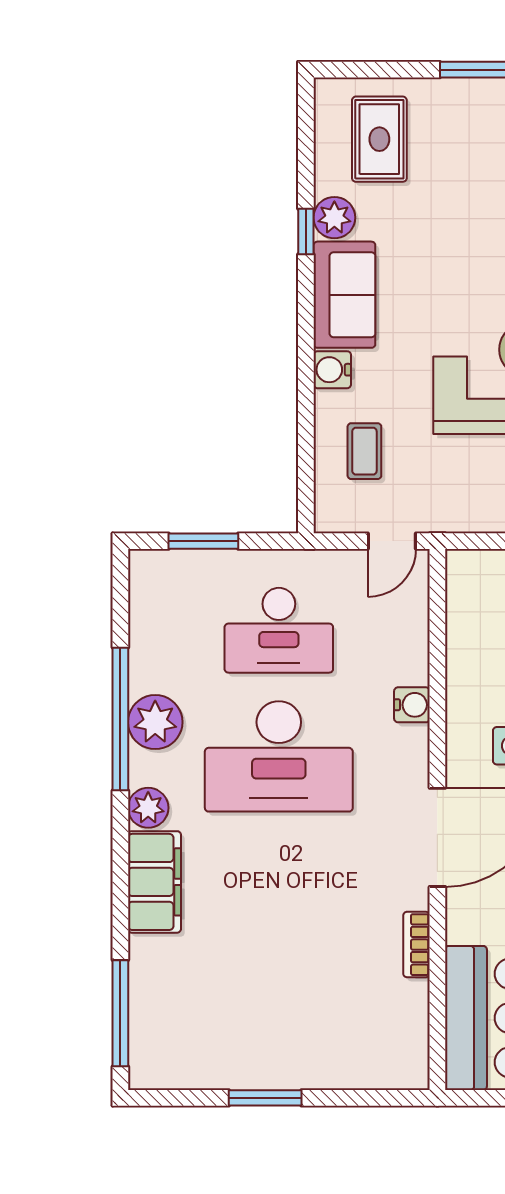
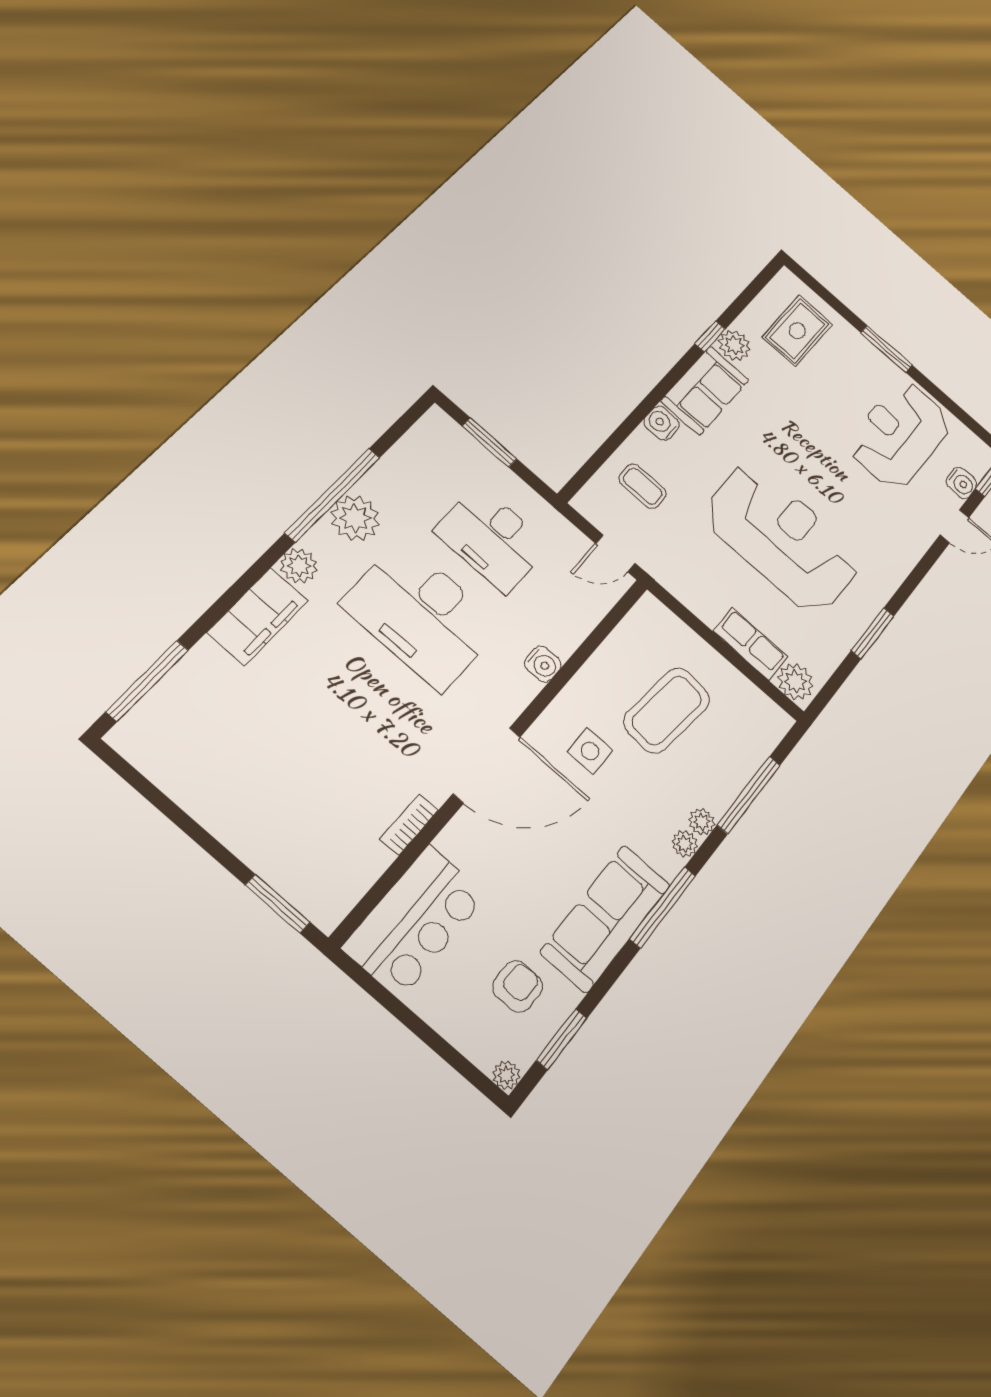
coffee table: (364, 451) -> (643, 486), turned 90
window: (265, 1098) -> (278, 904), moved

